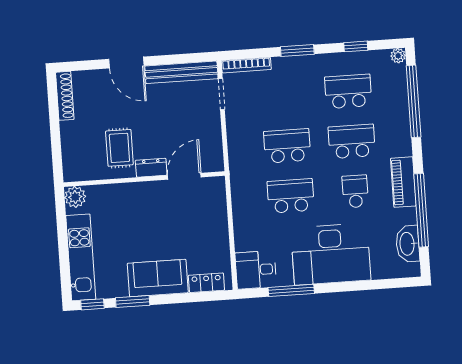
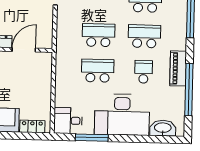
washbasin: (408, 244) -> (163, 128), moved, turned 90

